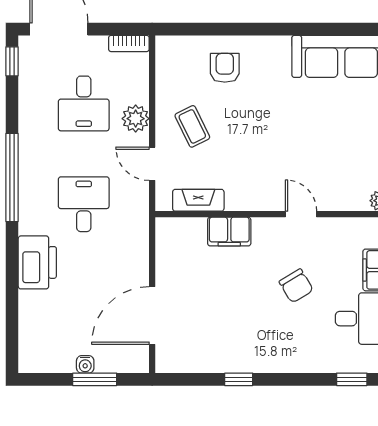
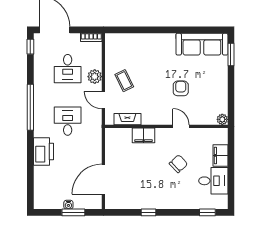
armchair: (225, 68) -> (181, 88), moved
chair: (296, 286) -> (178, 164), turned -102

